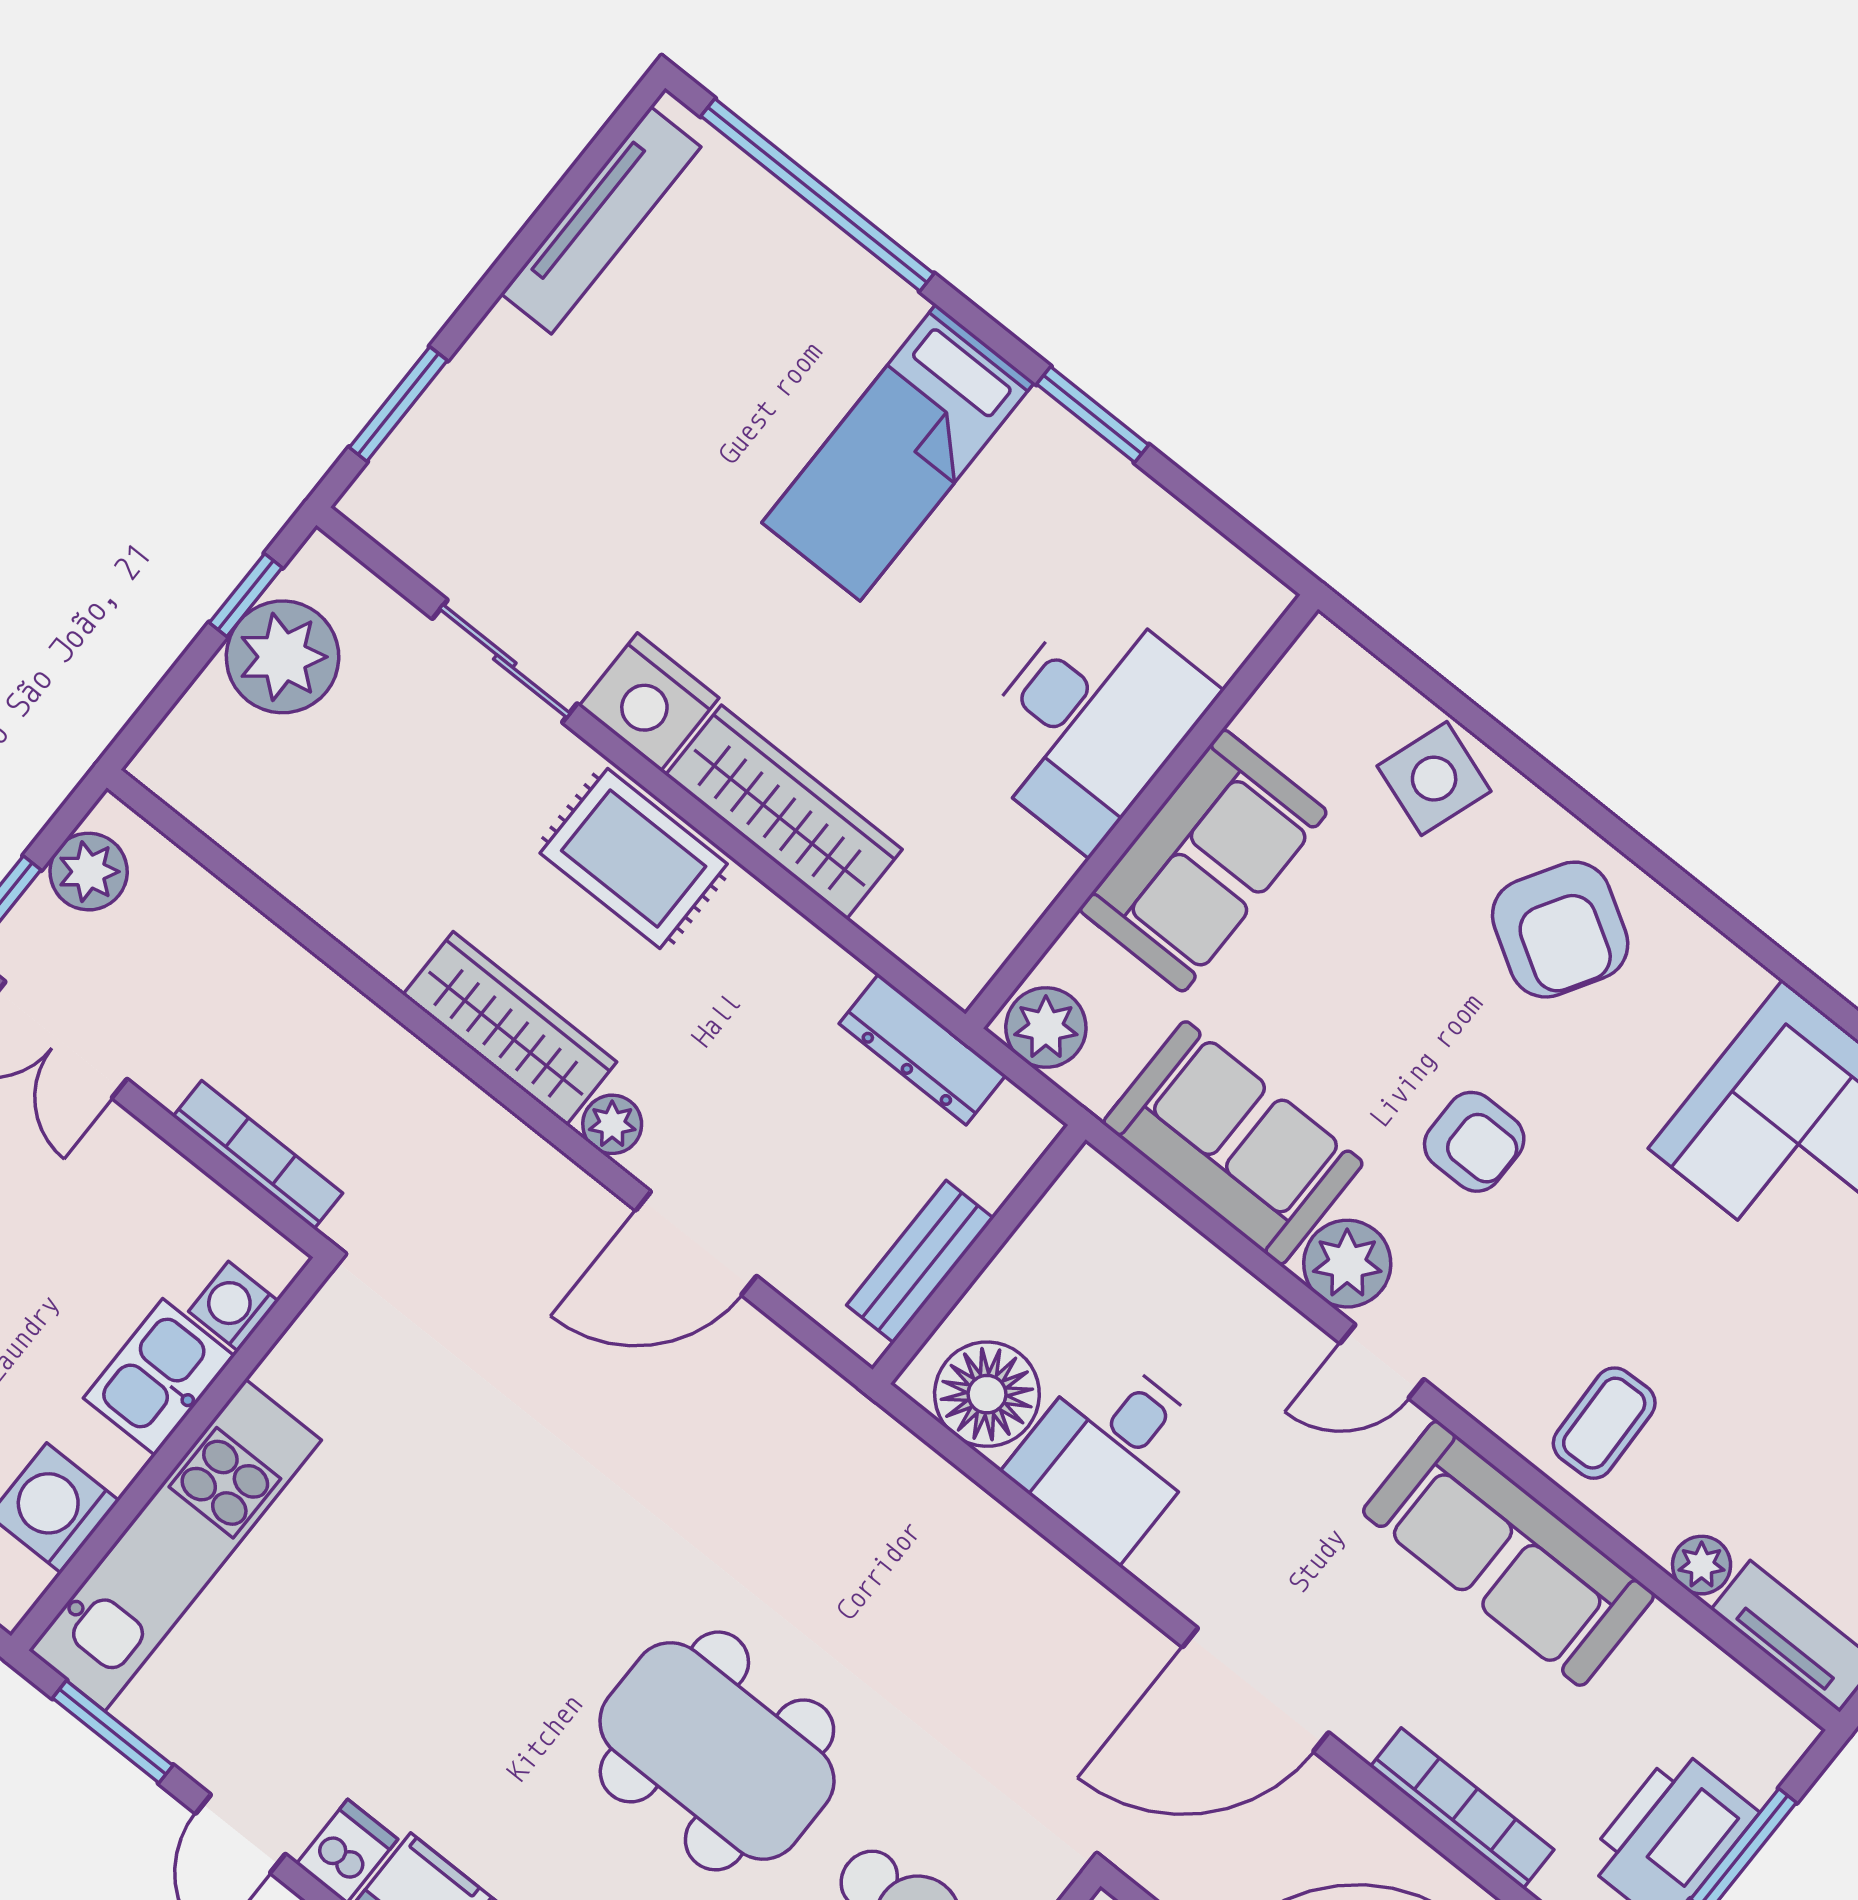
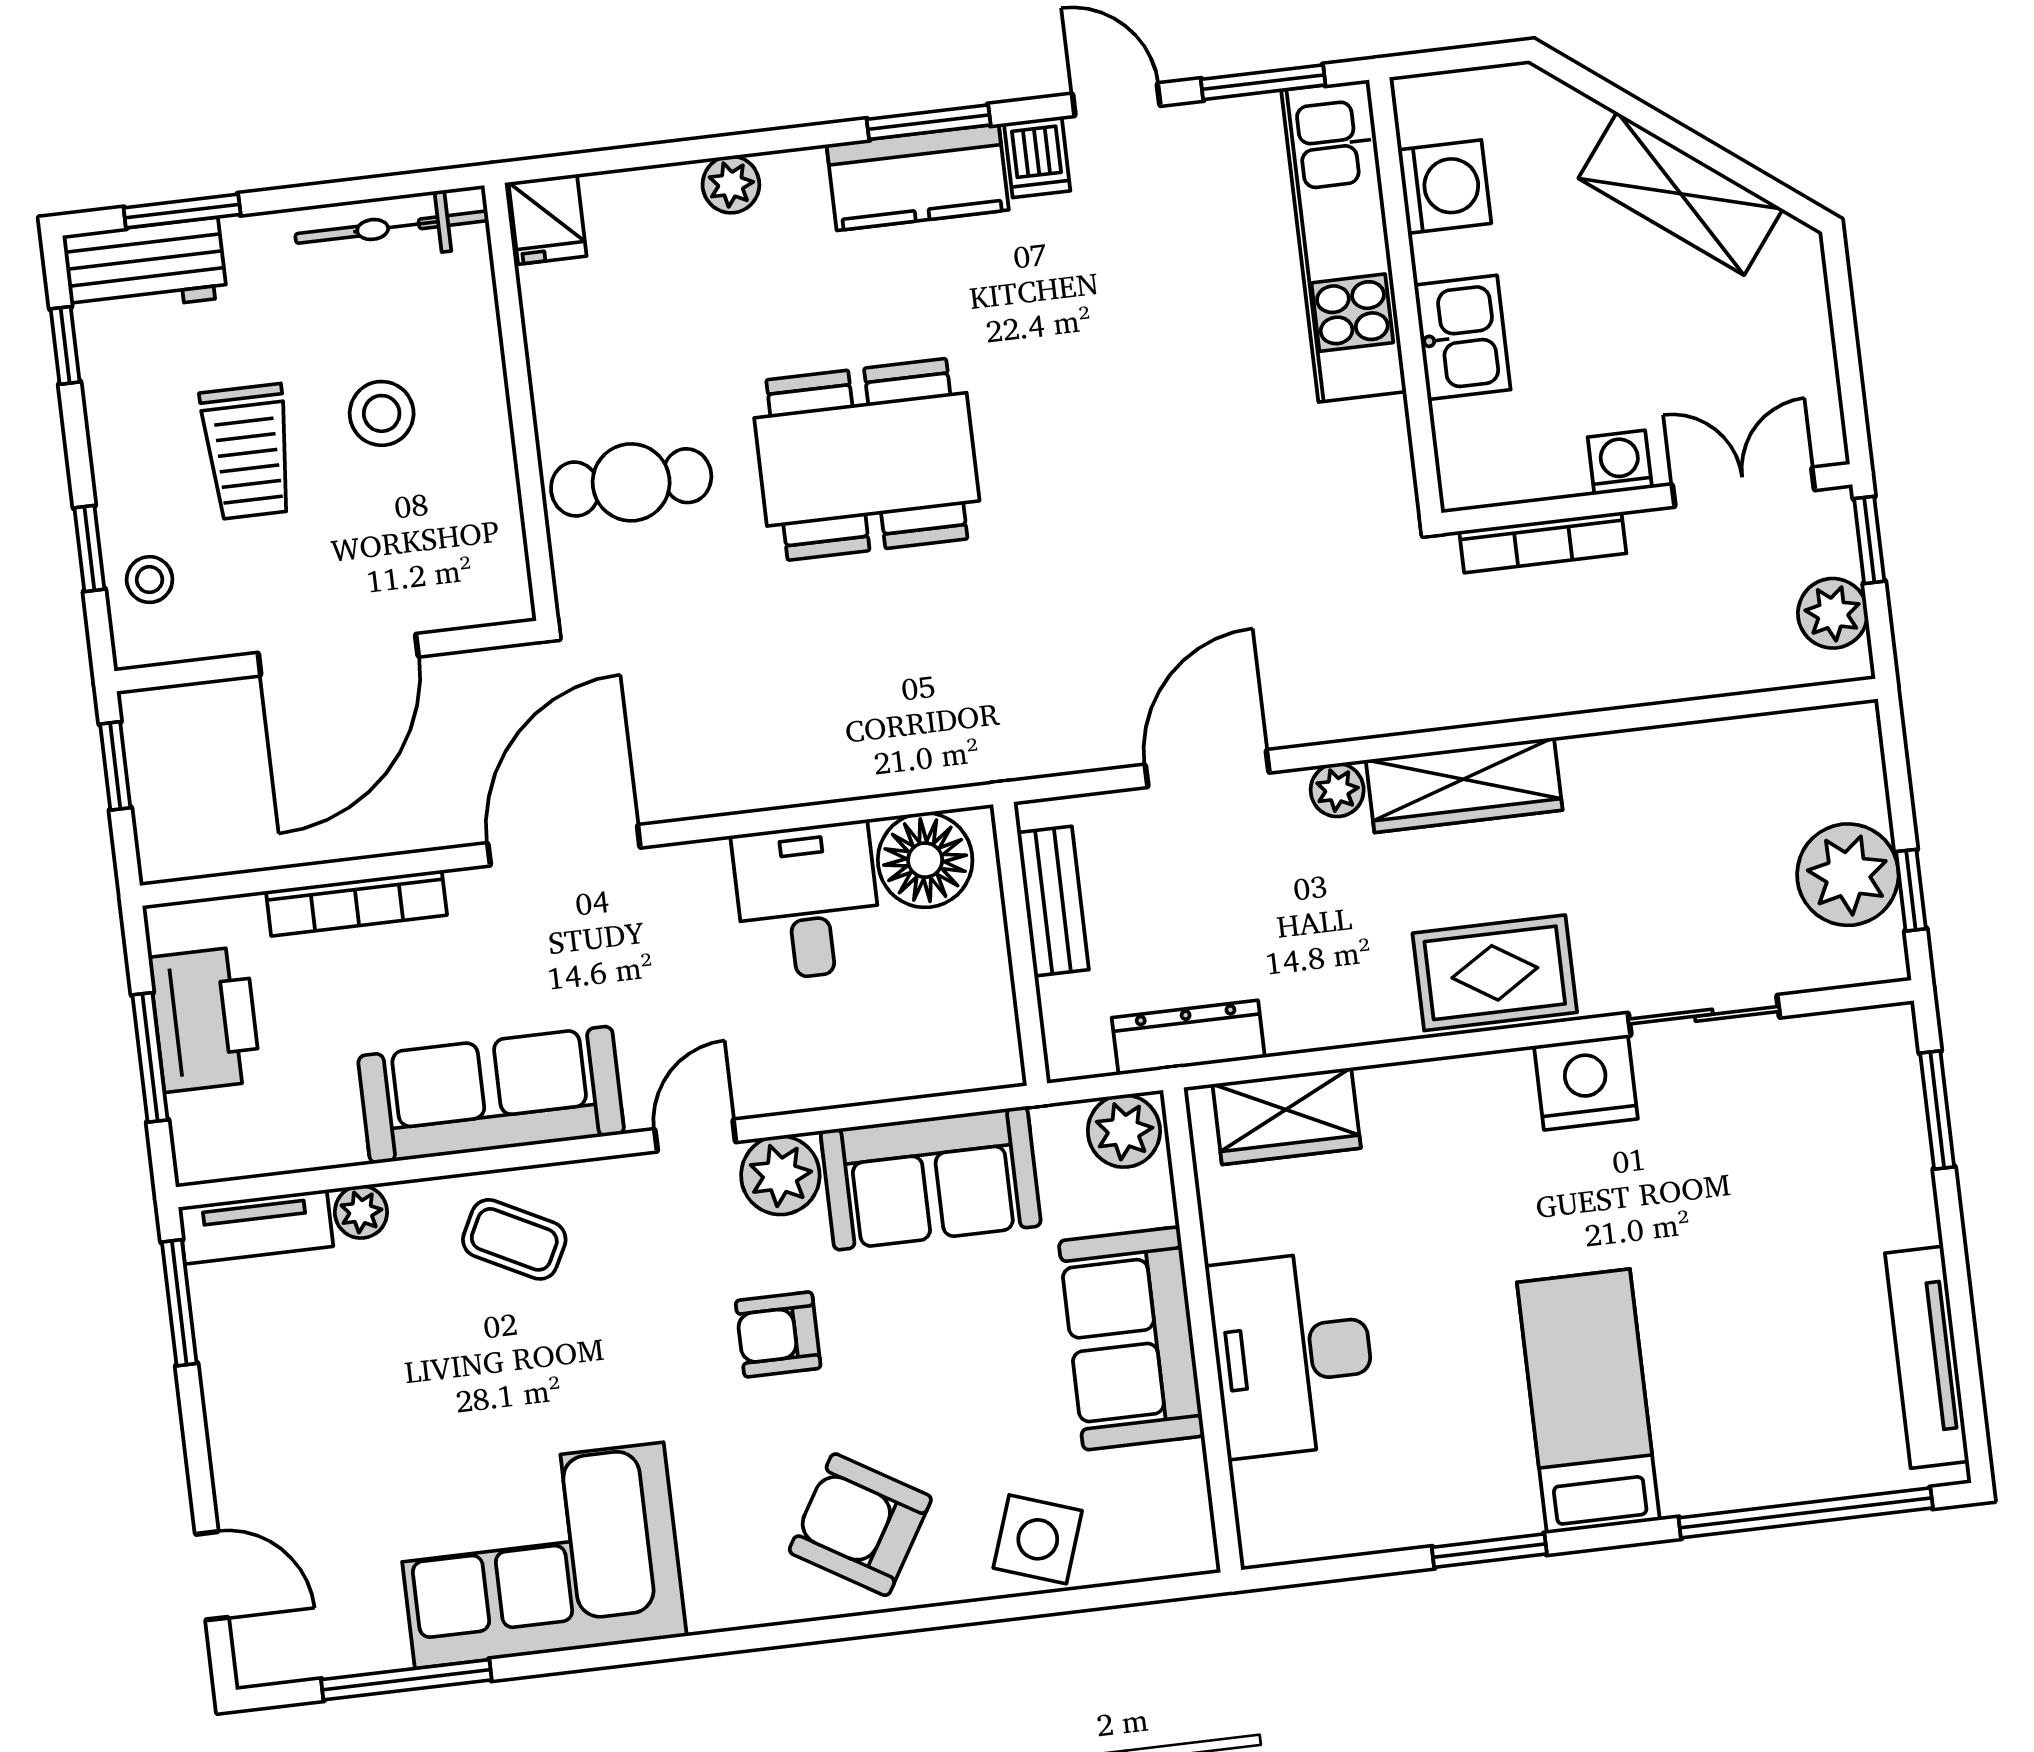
wardrobe: (784, 812) -> (1287, 1116), moved, width x0.67
washing machine: (233, 1306) -> (1620, 462), moved, turned -90
coffee table: (1604, 1423) -> (514, 1239), turned -61

